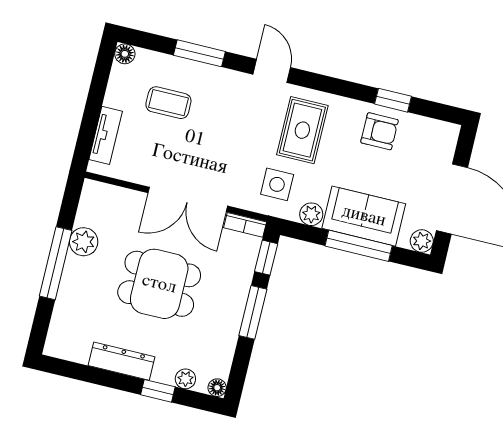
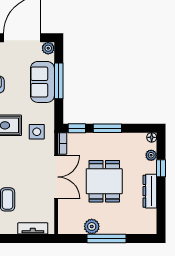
plant: (311, 214) -> (48, 110), removed

